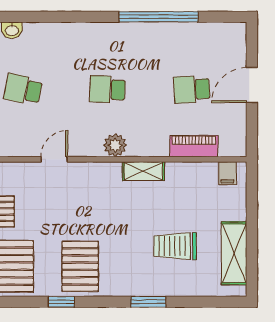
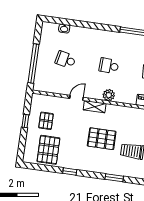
shelving: (143, 171) -> (95, 107), moved
pallet: (80, 266) -> (102, 139), moved, turned 90

